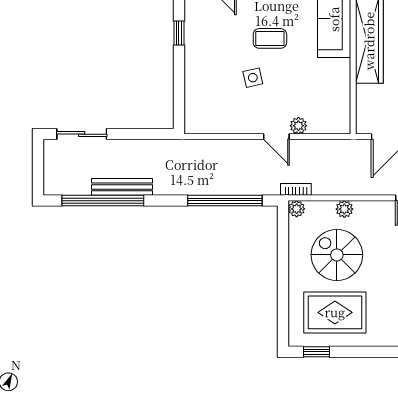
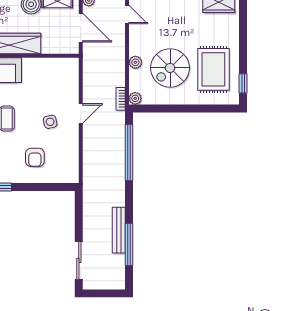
armchair: (218, 76) -> (35, 157), added
side table: (253, 78) -> (50, 122), moved
plant: (298, 126) -> (73, 97), removed
window: (103, 201) -> (129, 244), width x0.68

